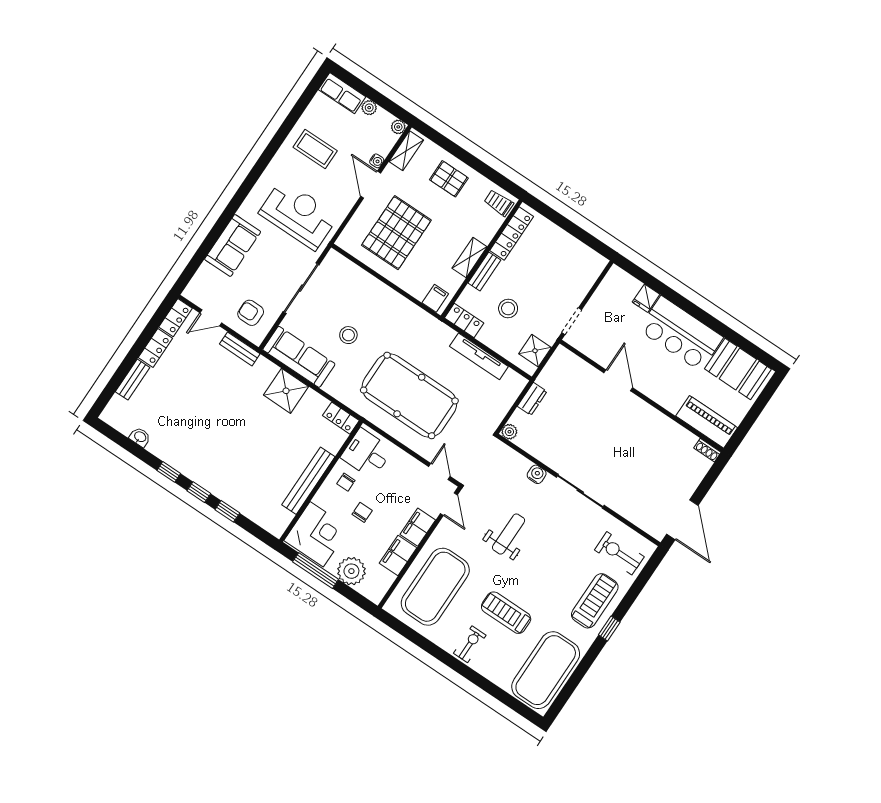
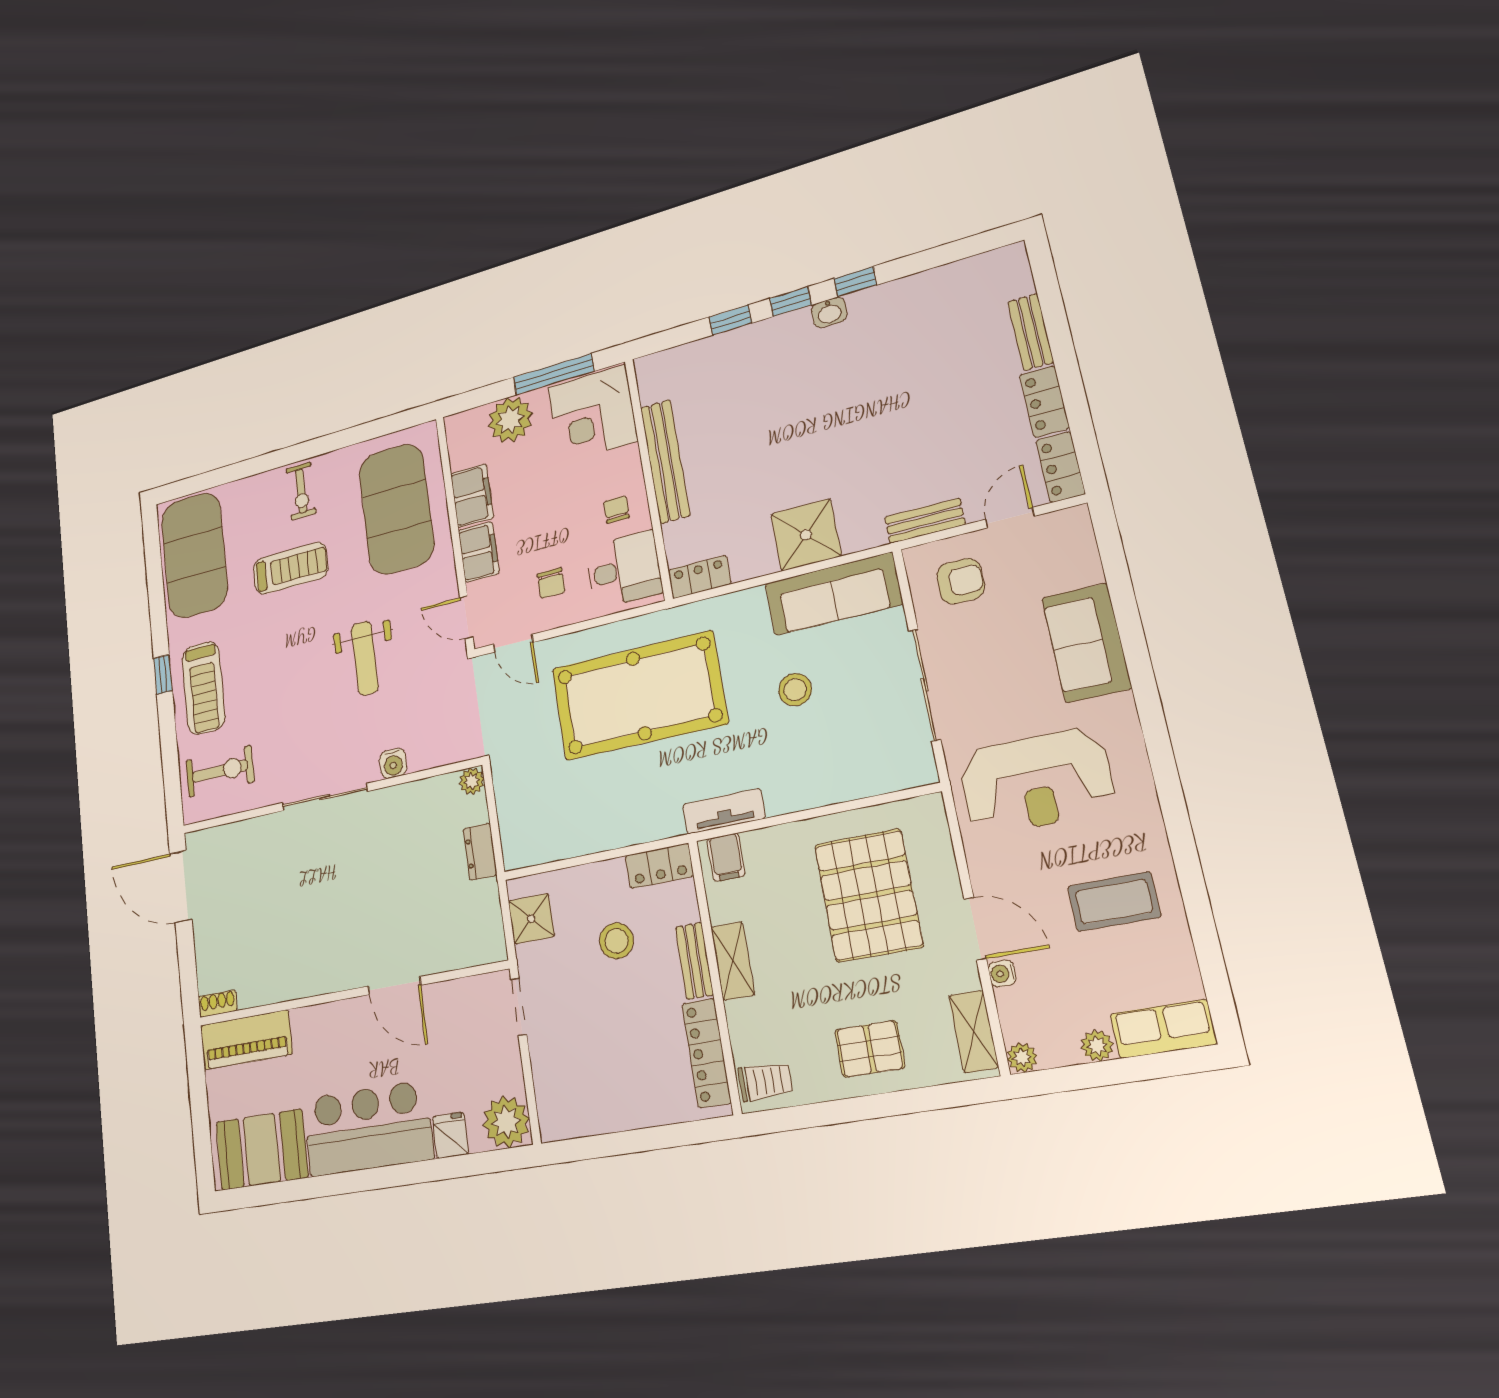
plant: (617, 282) -> (506, 1122), added
tv unit: (479, 356) -> (724, 811), moved, width x0.71
washbasin: (140, 437) -> (829, 312), moved
chair: (362, 512) -> (551, 583), moved

